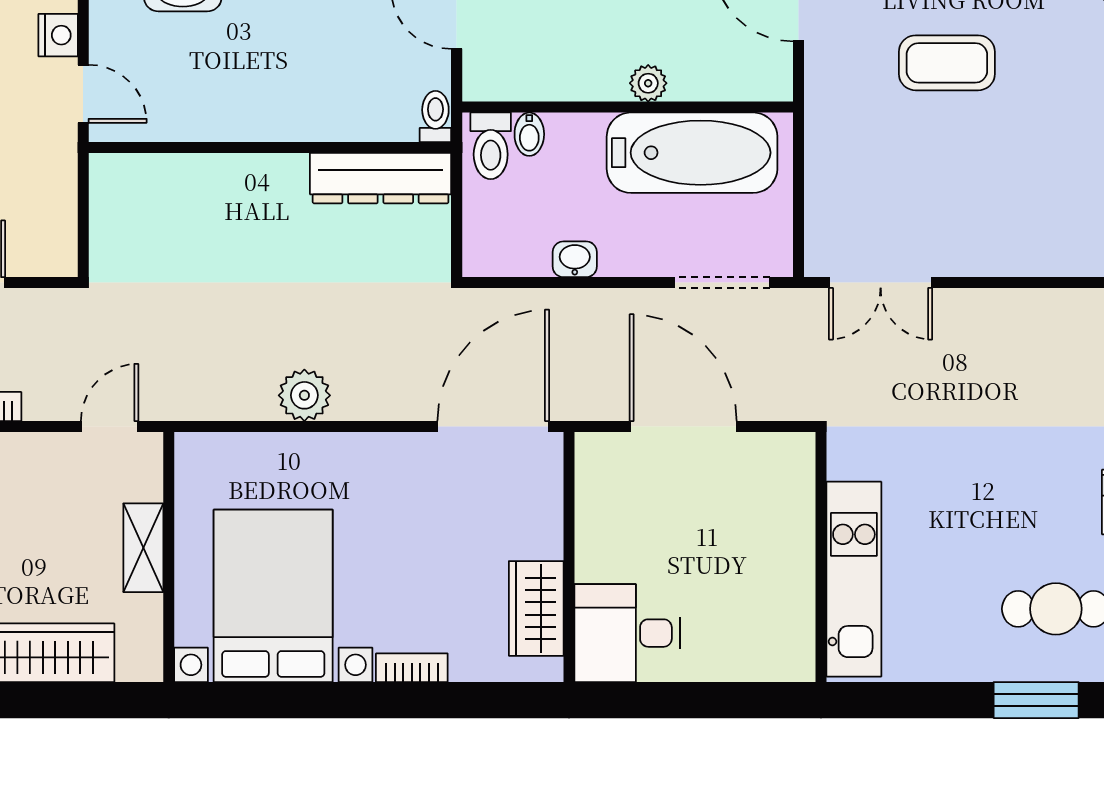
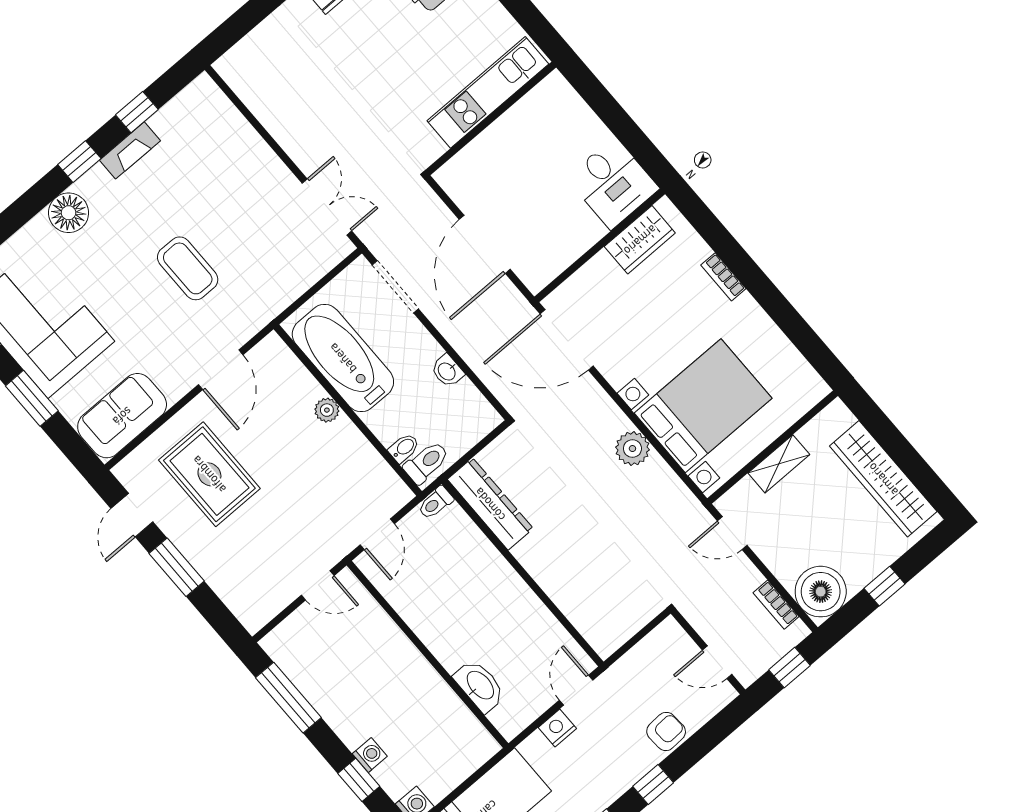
bed with nightstands: (273, 596) -> (703, 406), moved, turned 180

